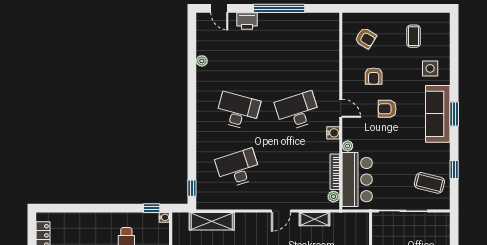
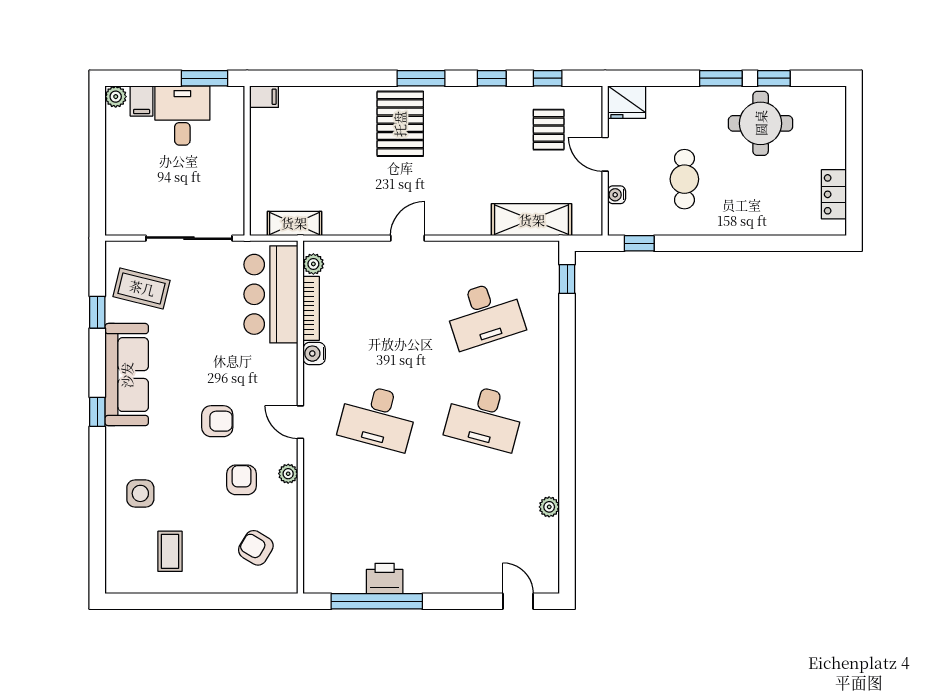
window: (279, 8) -> (377, 601), moved
printer: (247, 21) -> (385, 578), moved
desk: (297, 111) -> (378, 417), turned 33
sofa: (438, 114) -> (127, 375), moved
window: (454, 114) -> (97, 412), width x0.67
water cooler: (333, 133) -> (314, 354), moved
plant: (348, 146) -> (288, 474), moved
water cooler: (164, 217) -> (617, 195), moved
shelving: (315, 219) -> (294, 223), moved

